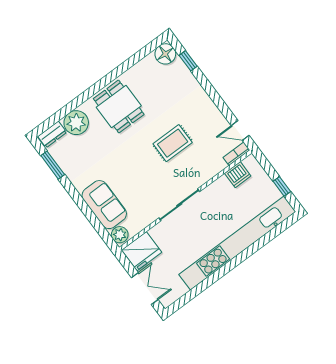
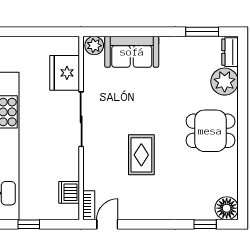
fridge: (142, 251) -> (65, 73), moved
double door: (145, 289) -> (29, 32), removed

